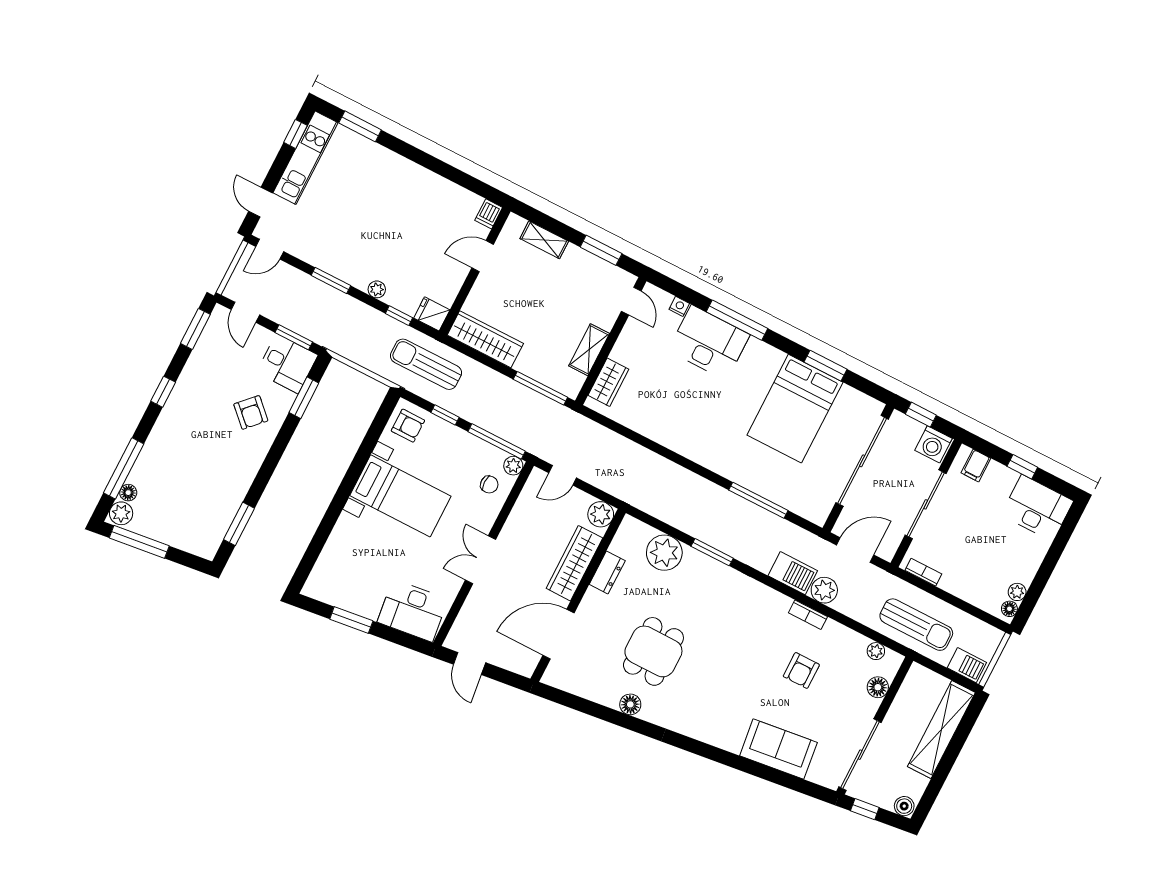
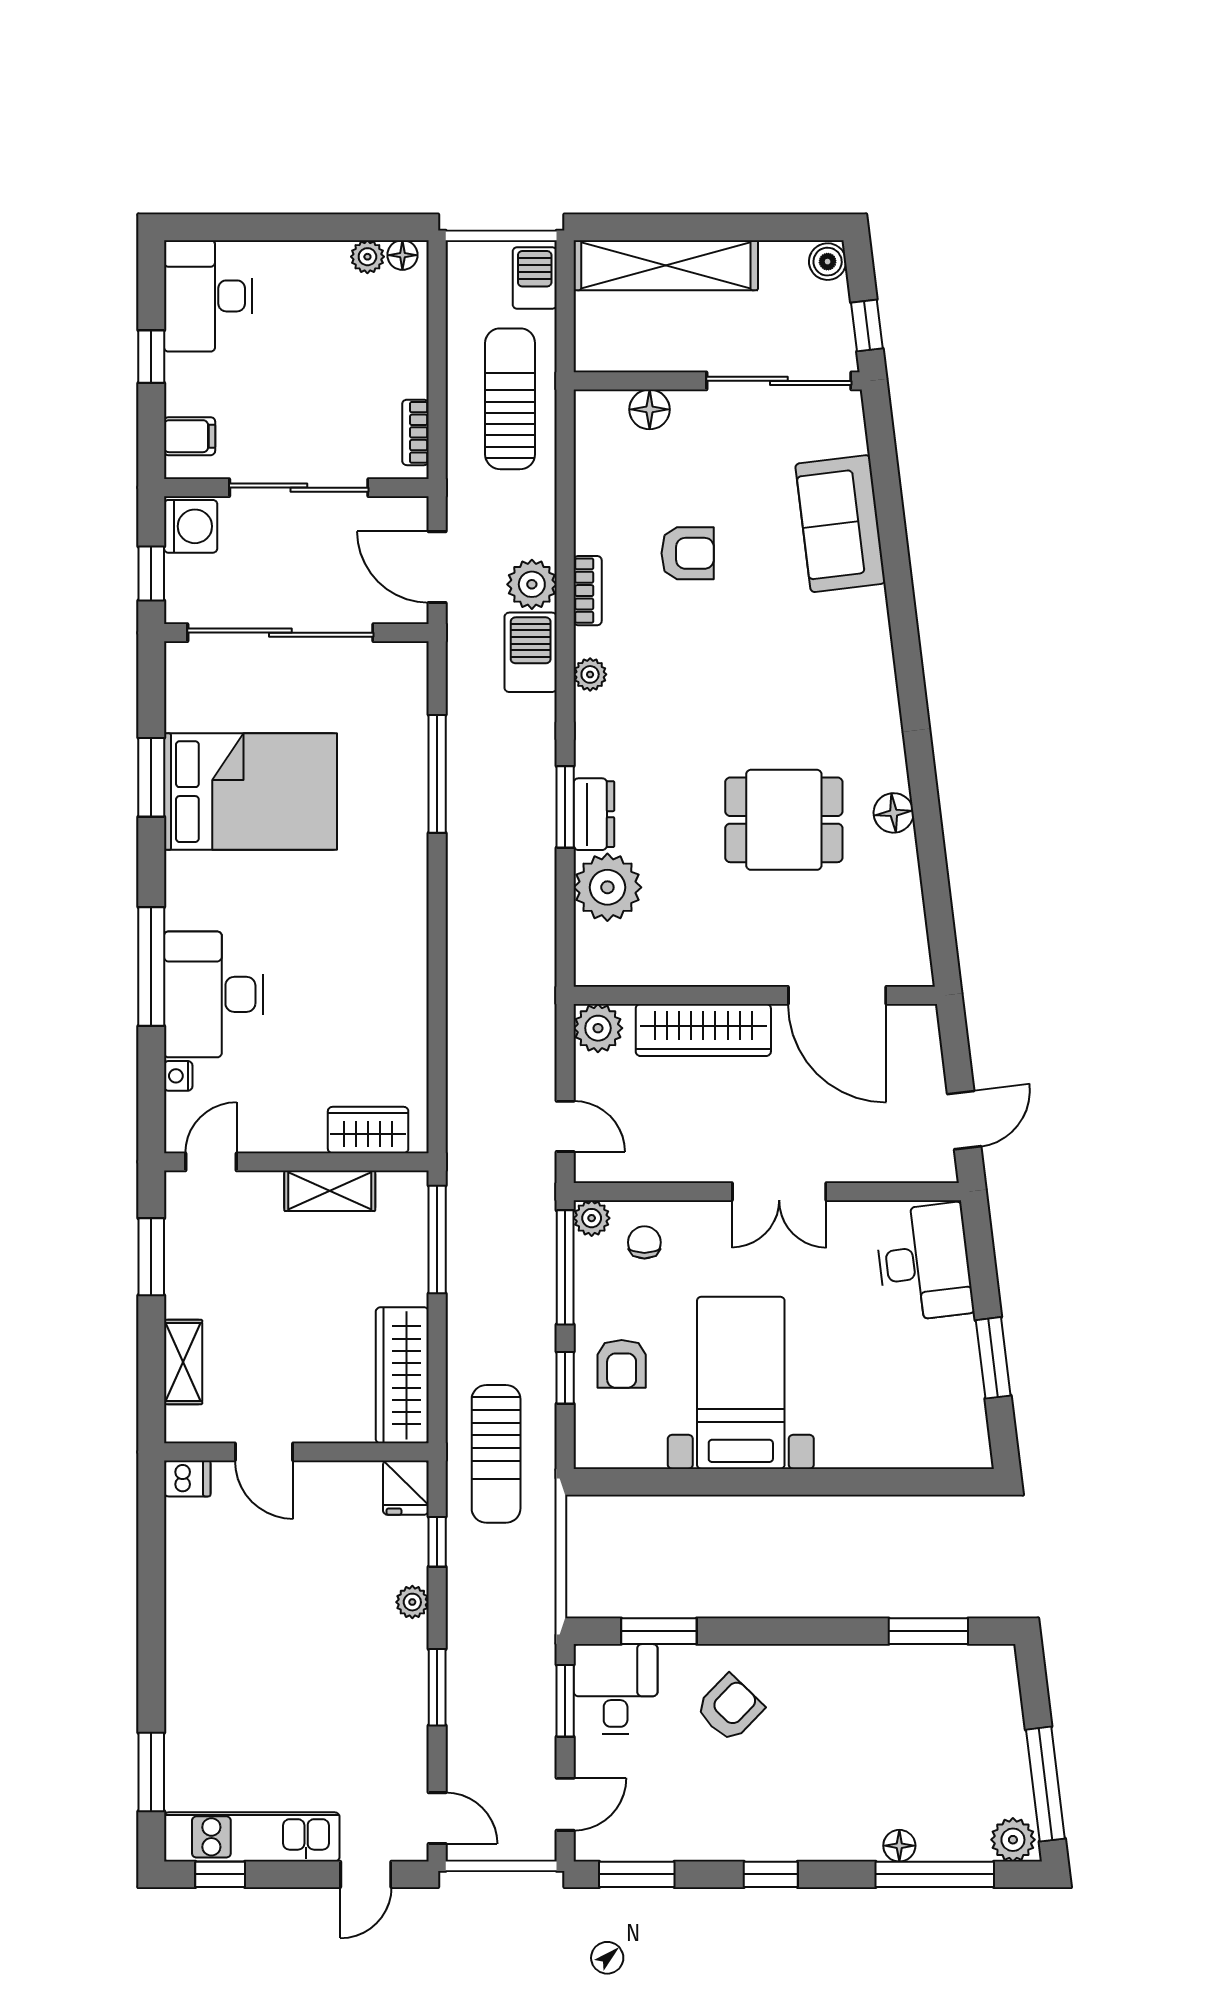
armchair: (408, 426) -> (622, 1364), moved, turned 180
floor lamp: (128, 493) -> (899, 1846), moved
dresser: (607, 572) -> (594, 814), moved, turned 90
plant: (876, 651) -> (590, 674), moved

